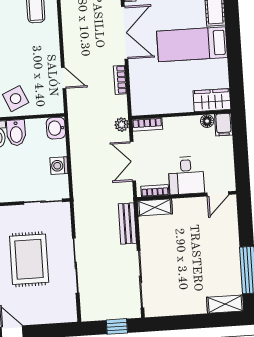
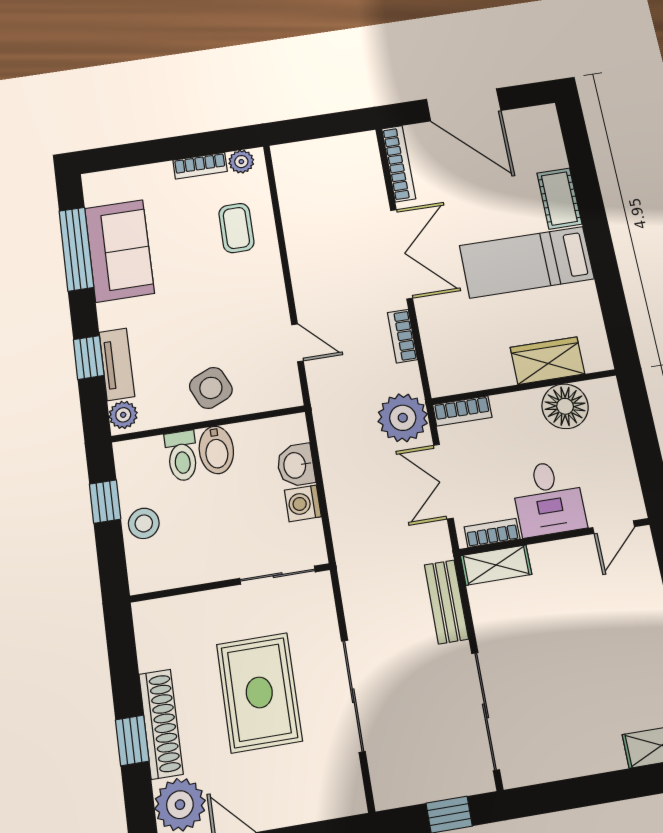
wardrobe: (212, 100) -> (547, 361), moved
floor lamp: (207, 121) -> (565, 406), width x1.89, depth x1.89
plant: (122, 125) -> (403, 418), width x1.88, depth x1.88
filing cabinet: (223, 125) -> (605, 398), removed
washbasin: (56, 128) -> (296, 465), moved

